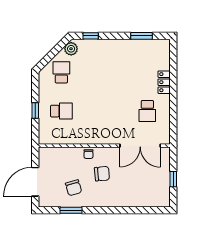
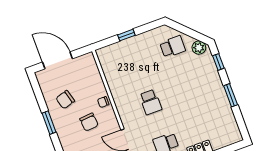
window: (141, 36) -> (231, 95), moved
school desk: (61, 111) -> (150, 102), moved
window: (71, 210) -> (49, 123), moved

